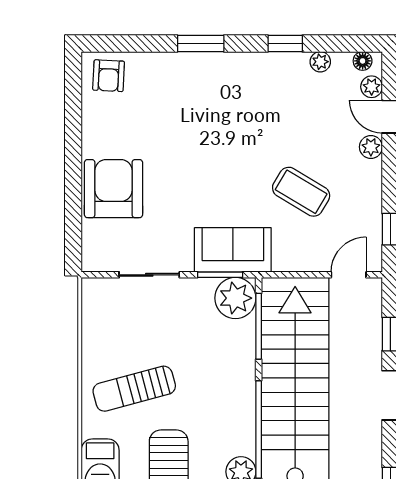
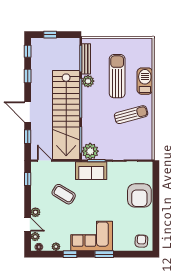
corner sofa: (232, 88) -> (92, 236), added
door: (349, 275) -> (45, 161), swing flipped

